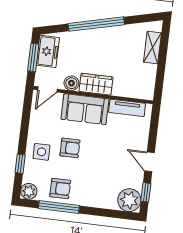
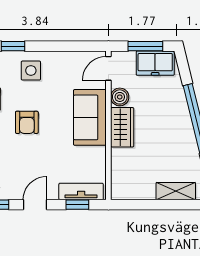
door: (47, 89) -> (108, 68), hinge flipped
tv unit: (127, 108) -> (81, 191), moved, turned 90
window: (154, 128) -> (77, 205), added
armchair: (70, 148) -> (27, 122), moved

